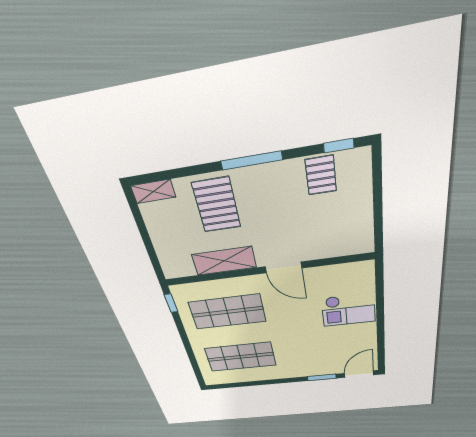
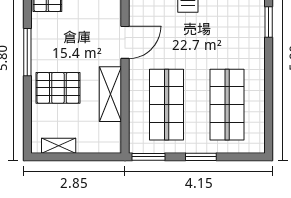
shelving: (153, 191) -> (59, 146), moved, turned 90
window: (171, 303) -> (148, 157), width x1.50
window: (186, 343) -> (201, 157), added

